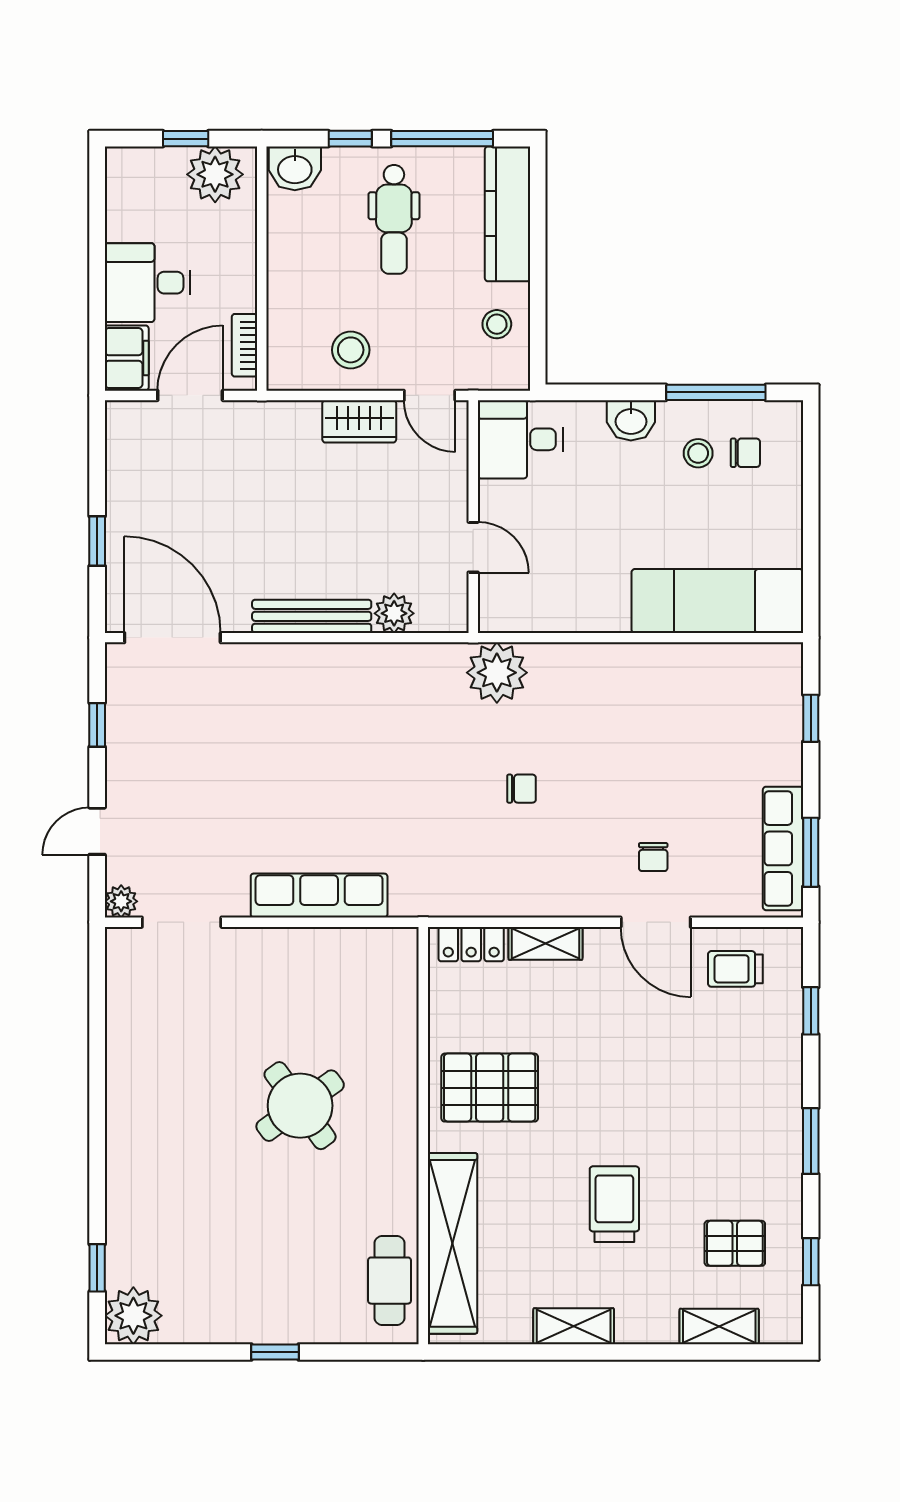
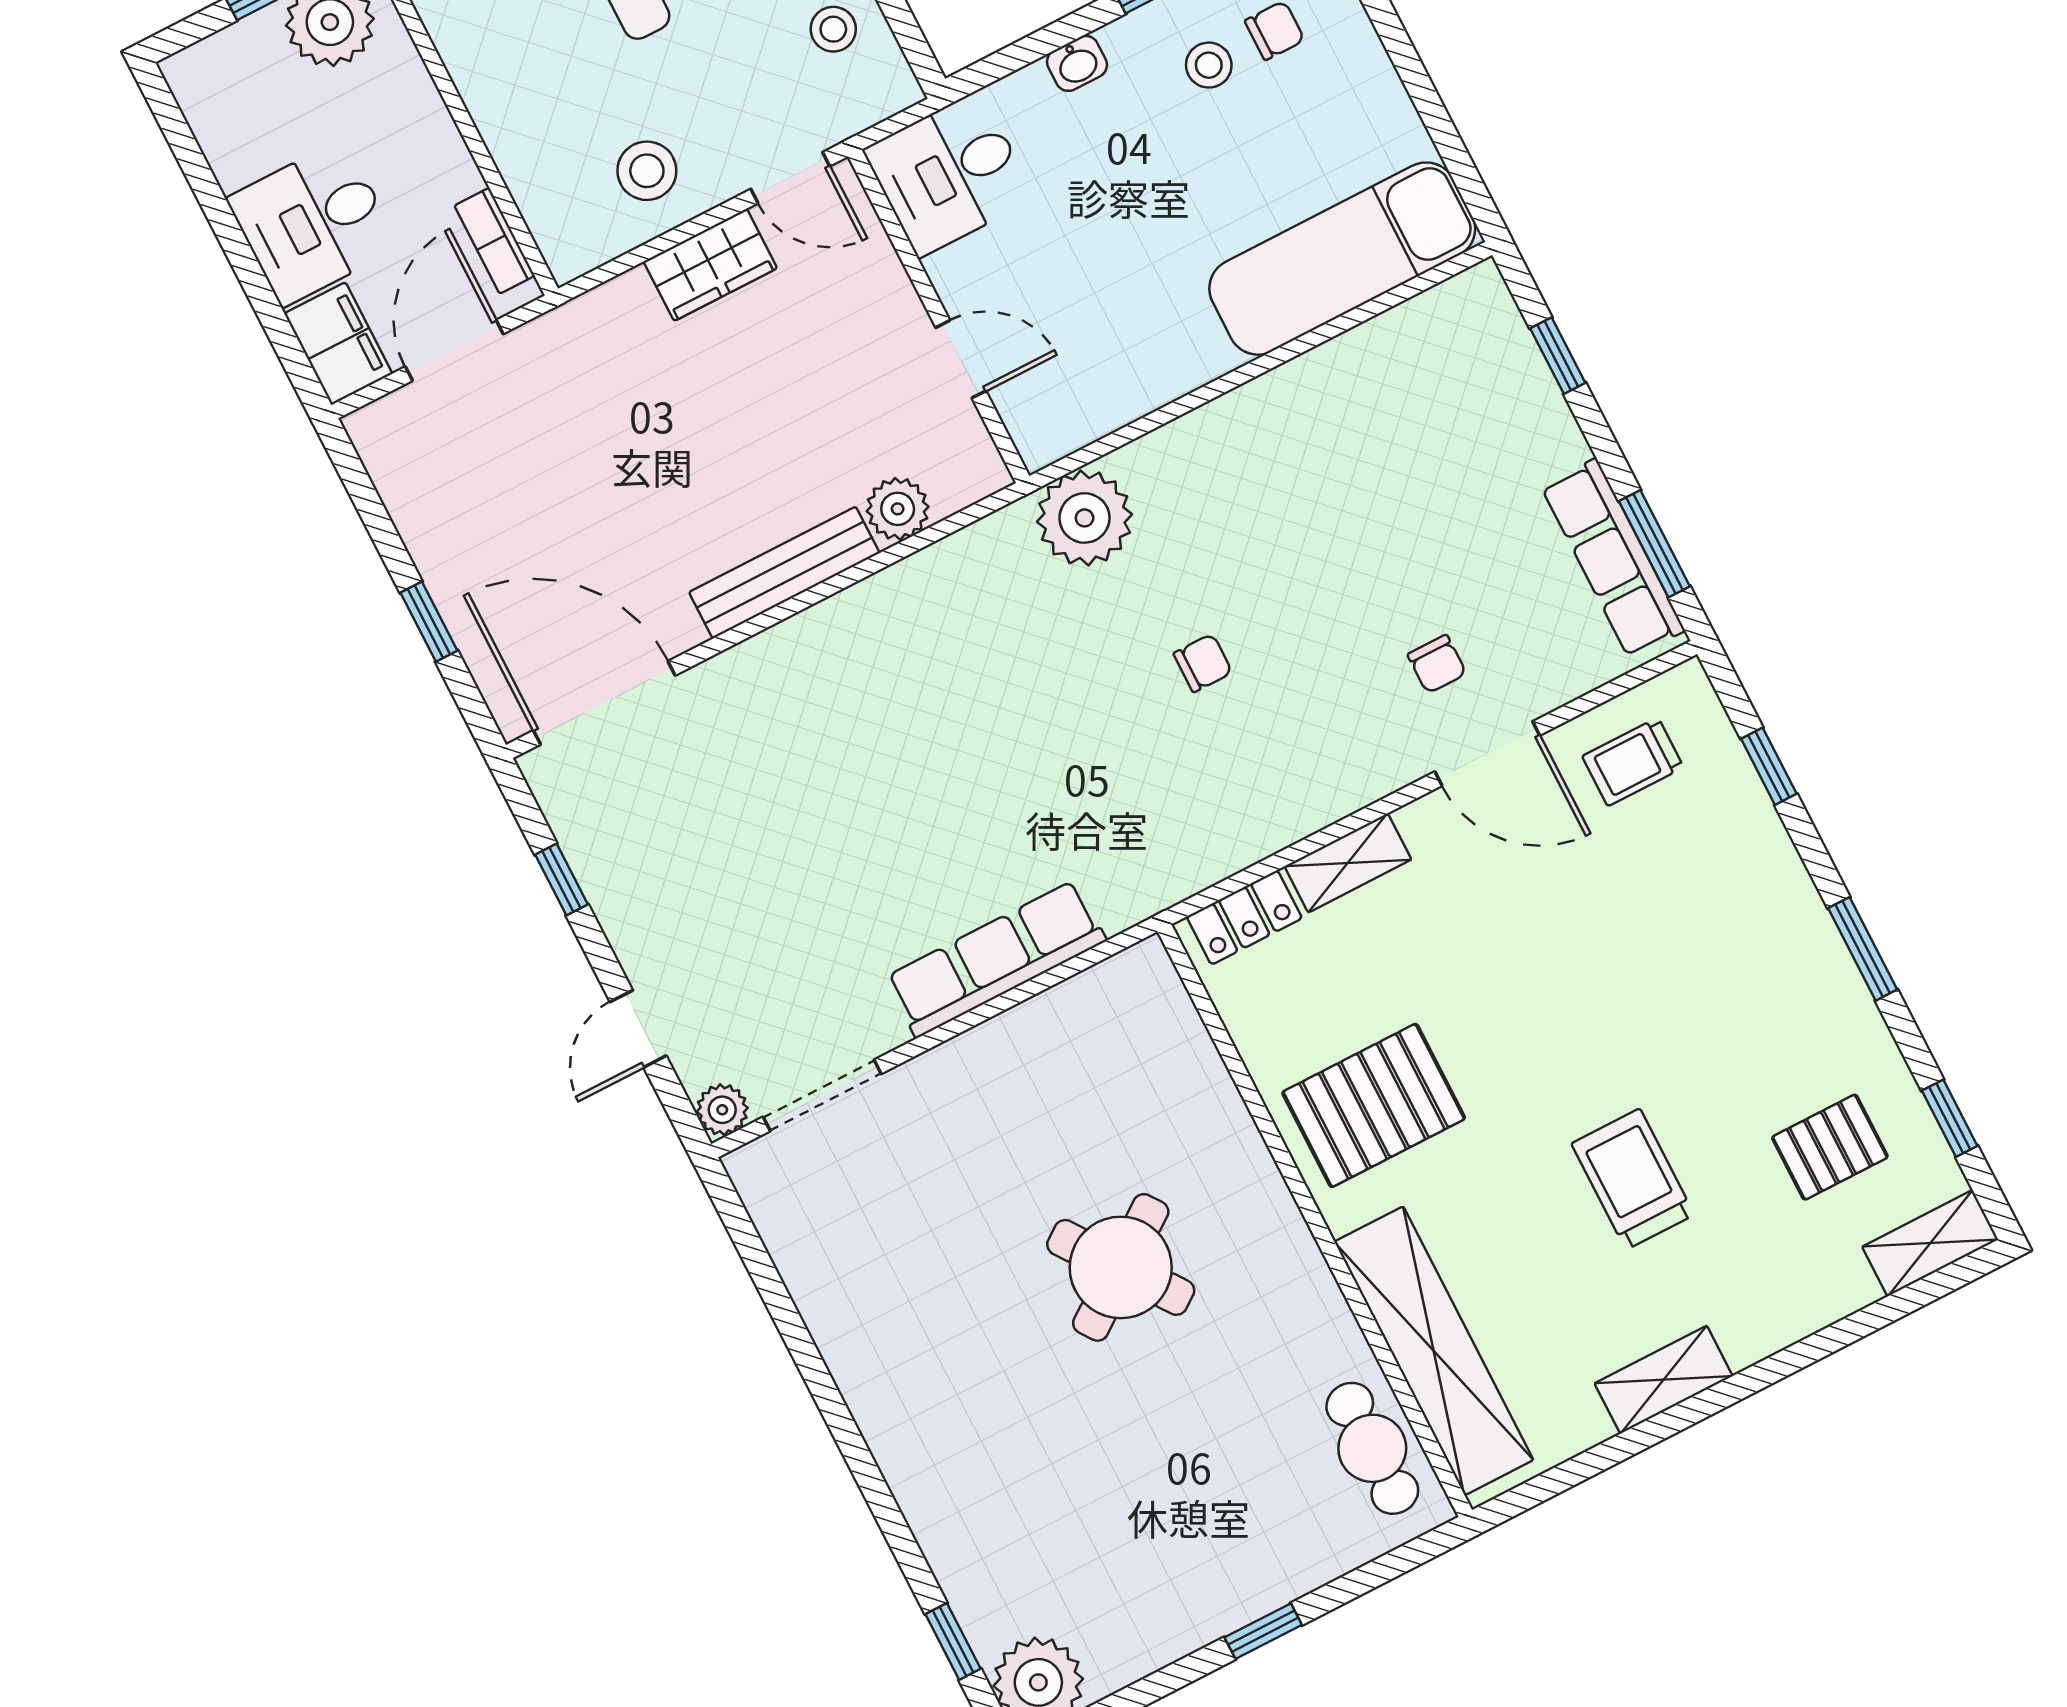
washbasin: (631, 420) -> (1077, 63), width x0.72, depth x0.69
shelving: (719, 1327) -> (1930, 1243), moved

